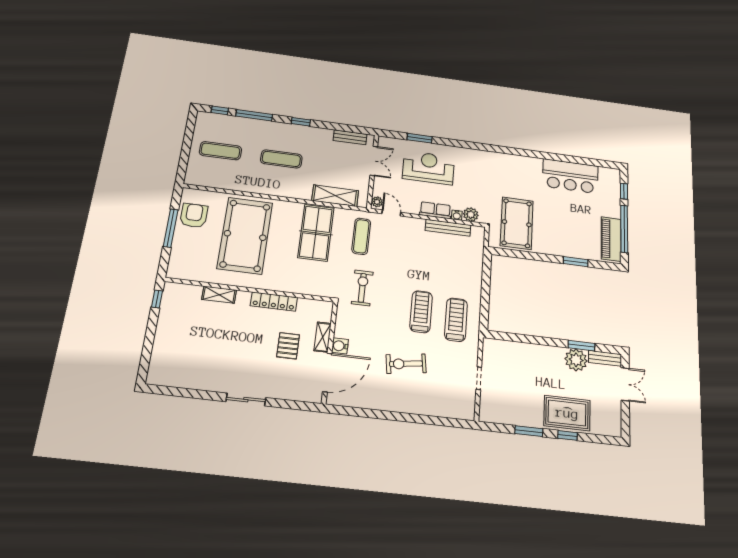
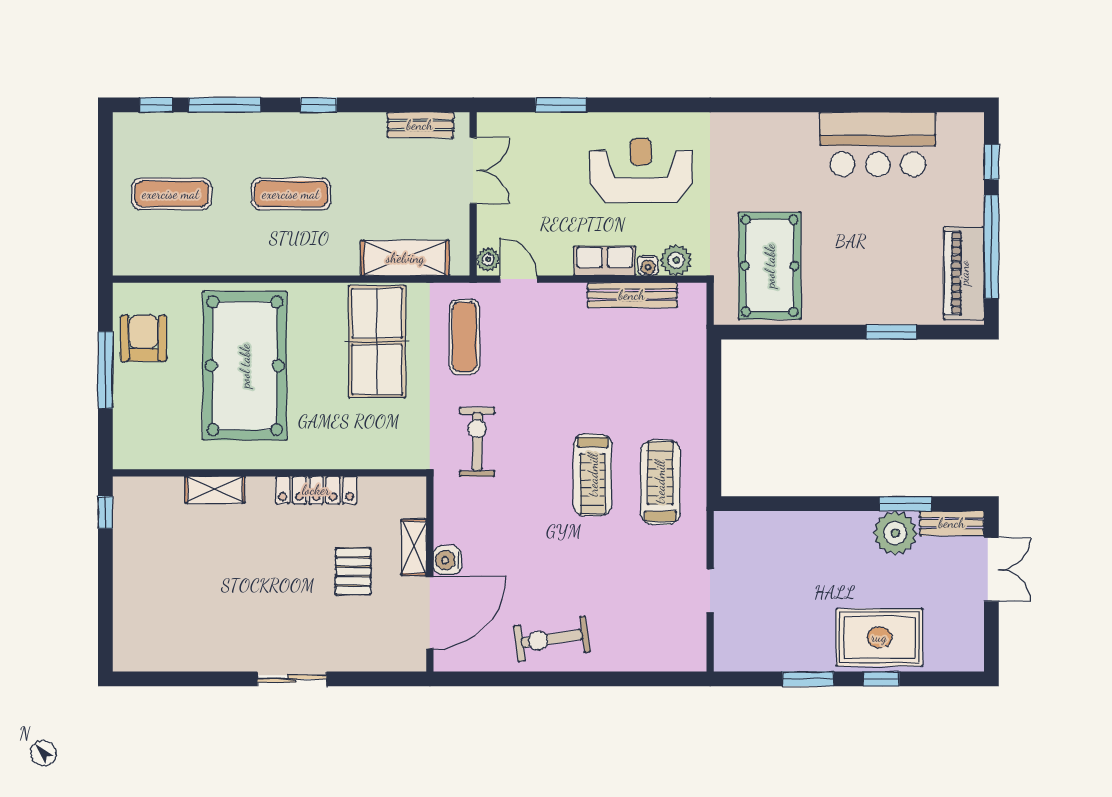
reception desk: (428, 168) -> (641, 170), moved
treadmill: (421, 312) -> (593, 475), turned 180
exercise bike: (406, 364) -> (552, 639), moved

